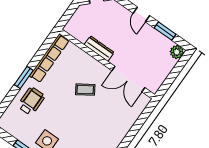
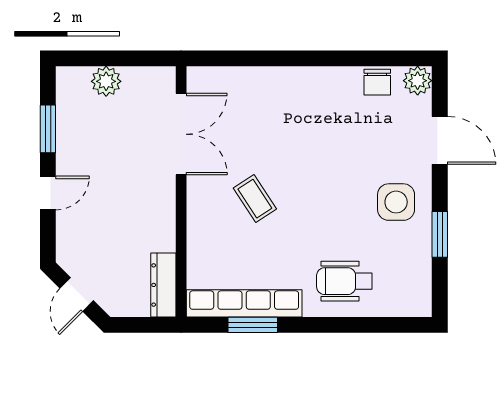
dresser: (99, 49) -> (163, 285), moved
plant: (177, 52) -> (106, 81), moved
window: (24, 77) -> (253, 325), moved

